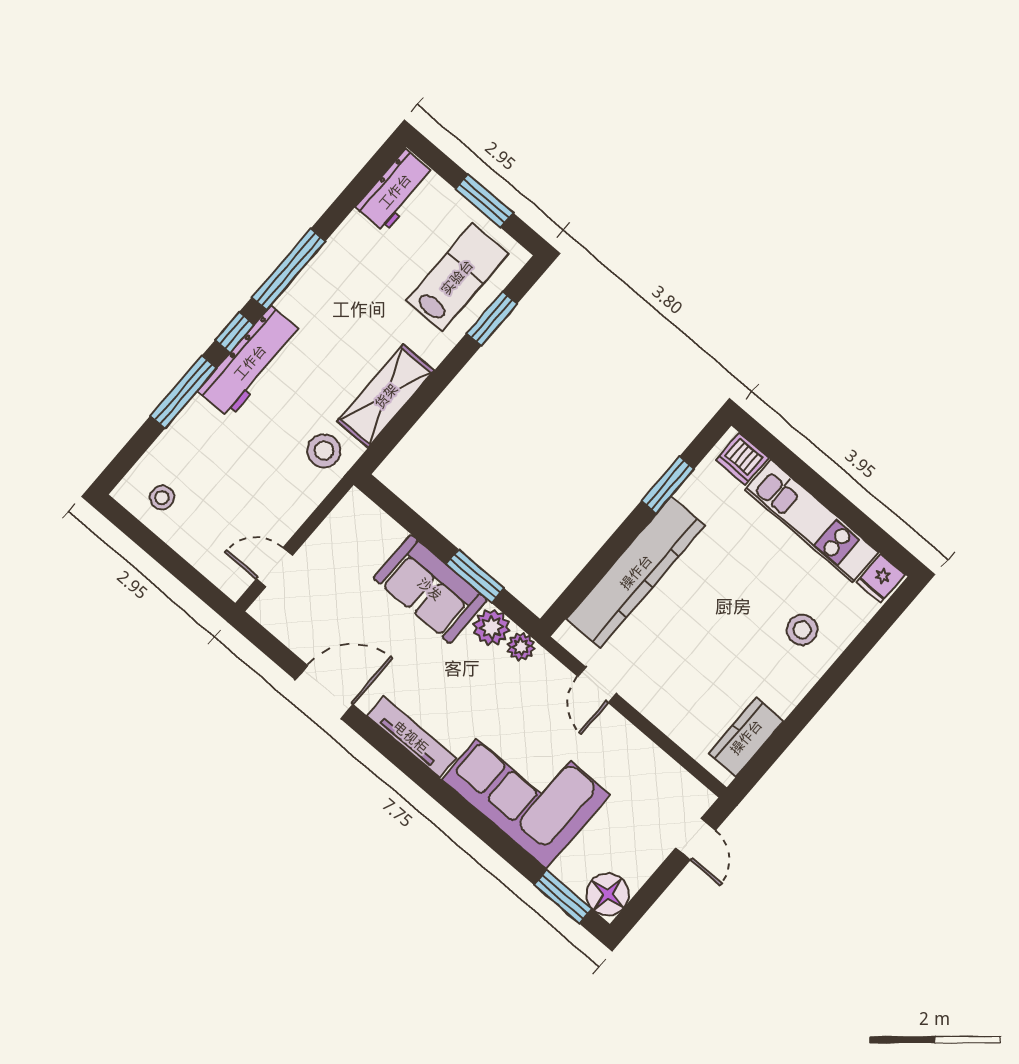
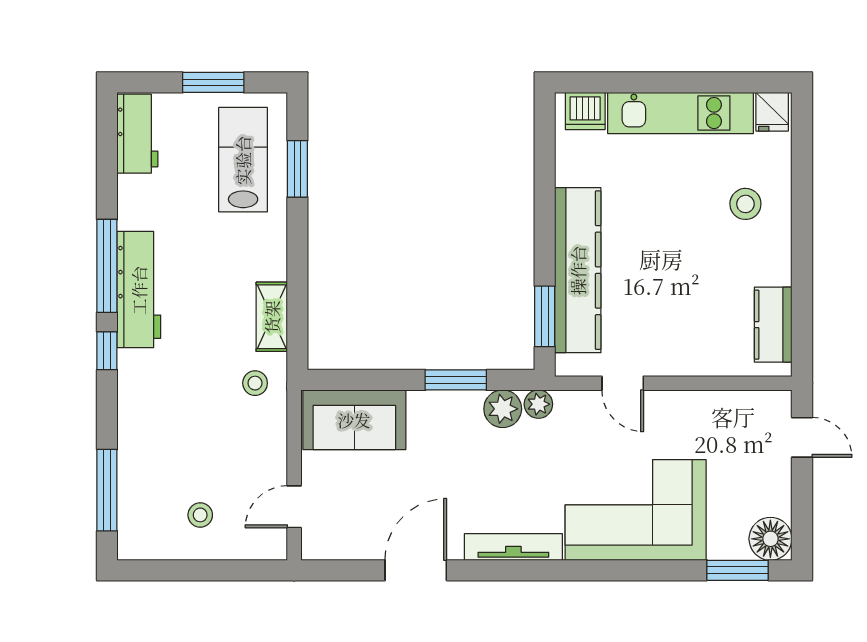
workbench: (250, 362) -> (139, 290), moved
window: (184, 392) -> (107, 490), moved
shelving: (386, 396) -> (272, 317), width x0.67, depth x0.75
stool: (324, 451) -> (255, 383), width x0.73, depth x0.73
window: (668, 485) -> (545, 316), moved
stool: (162, 498) -> (200, 515), moved
sofa: (430, 589) -> (354, 420), moved

